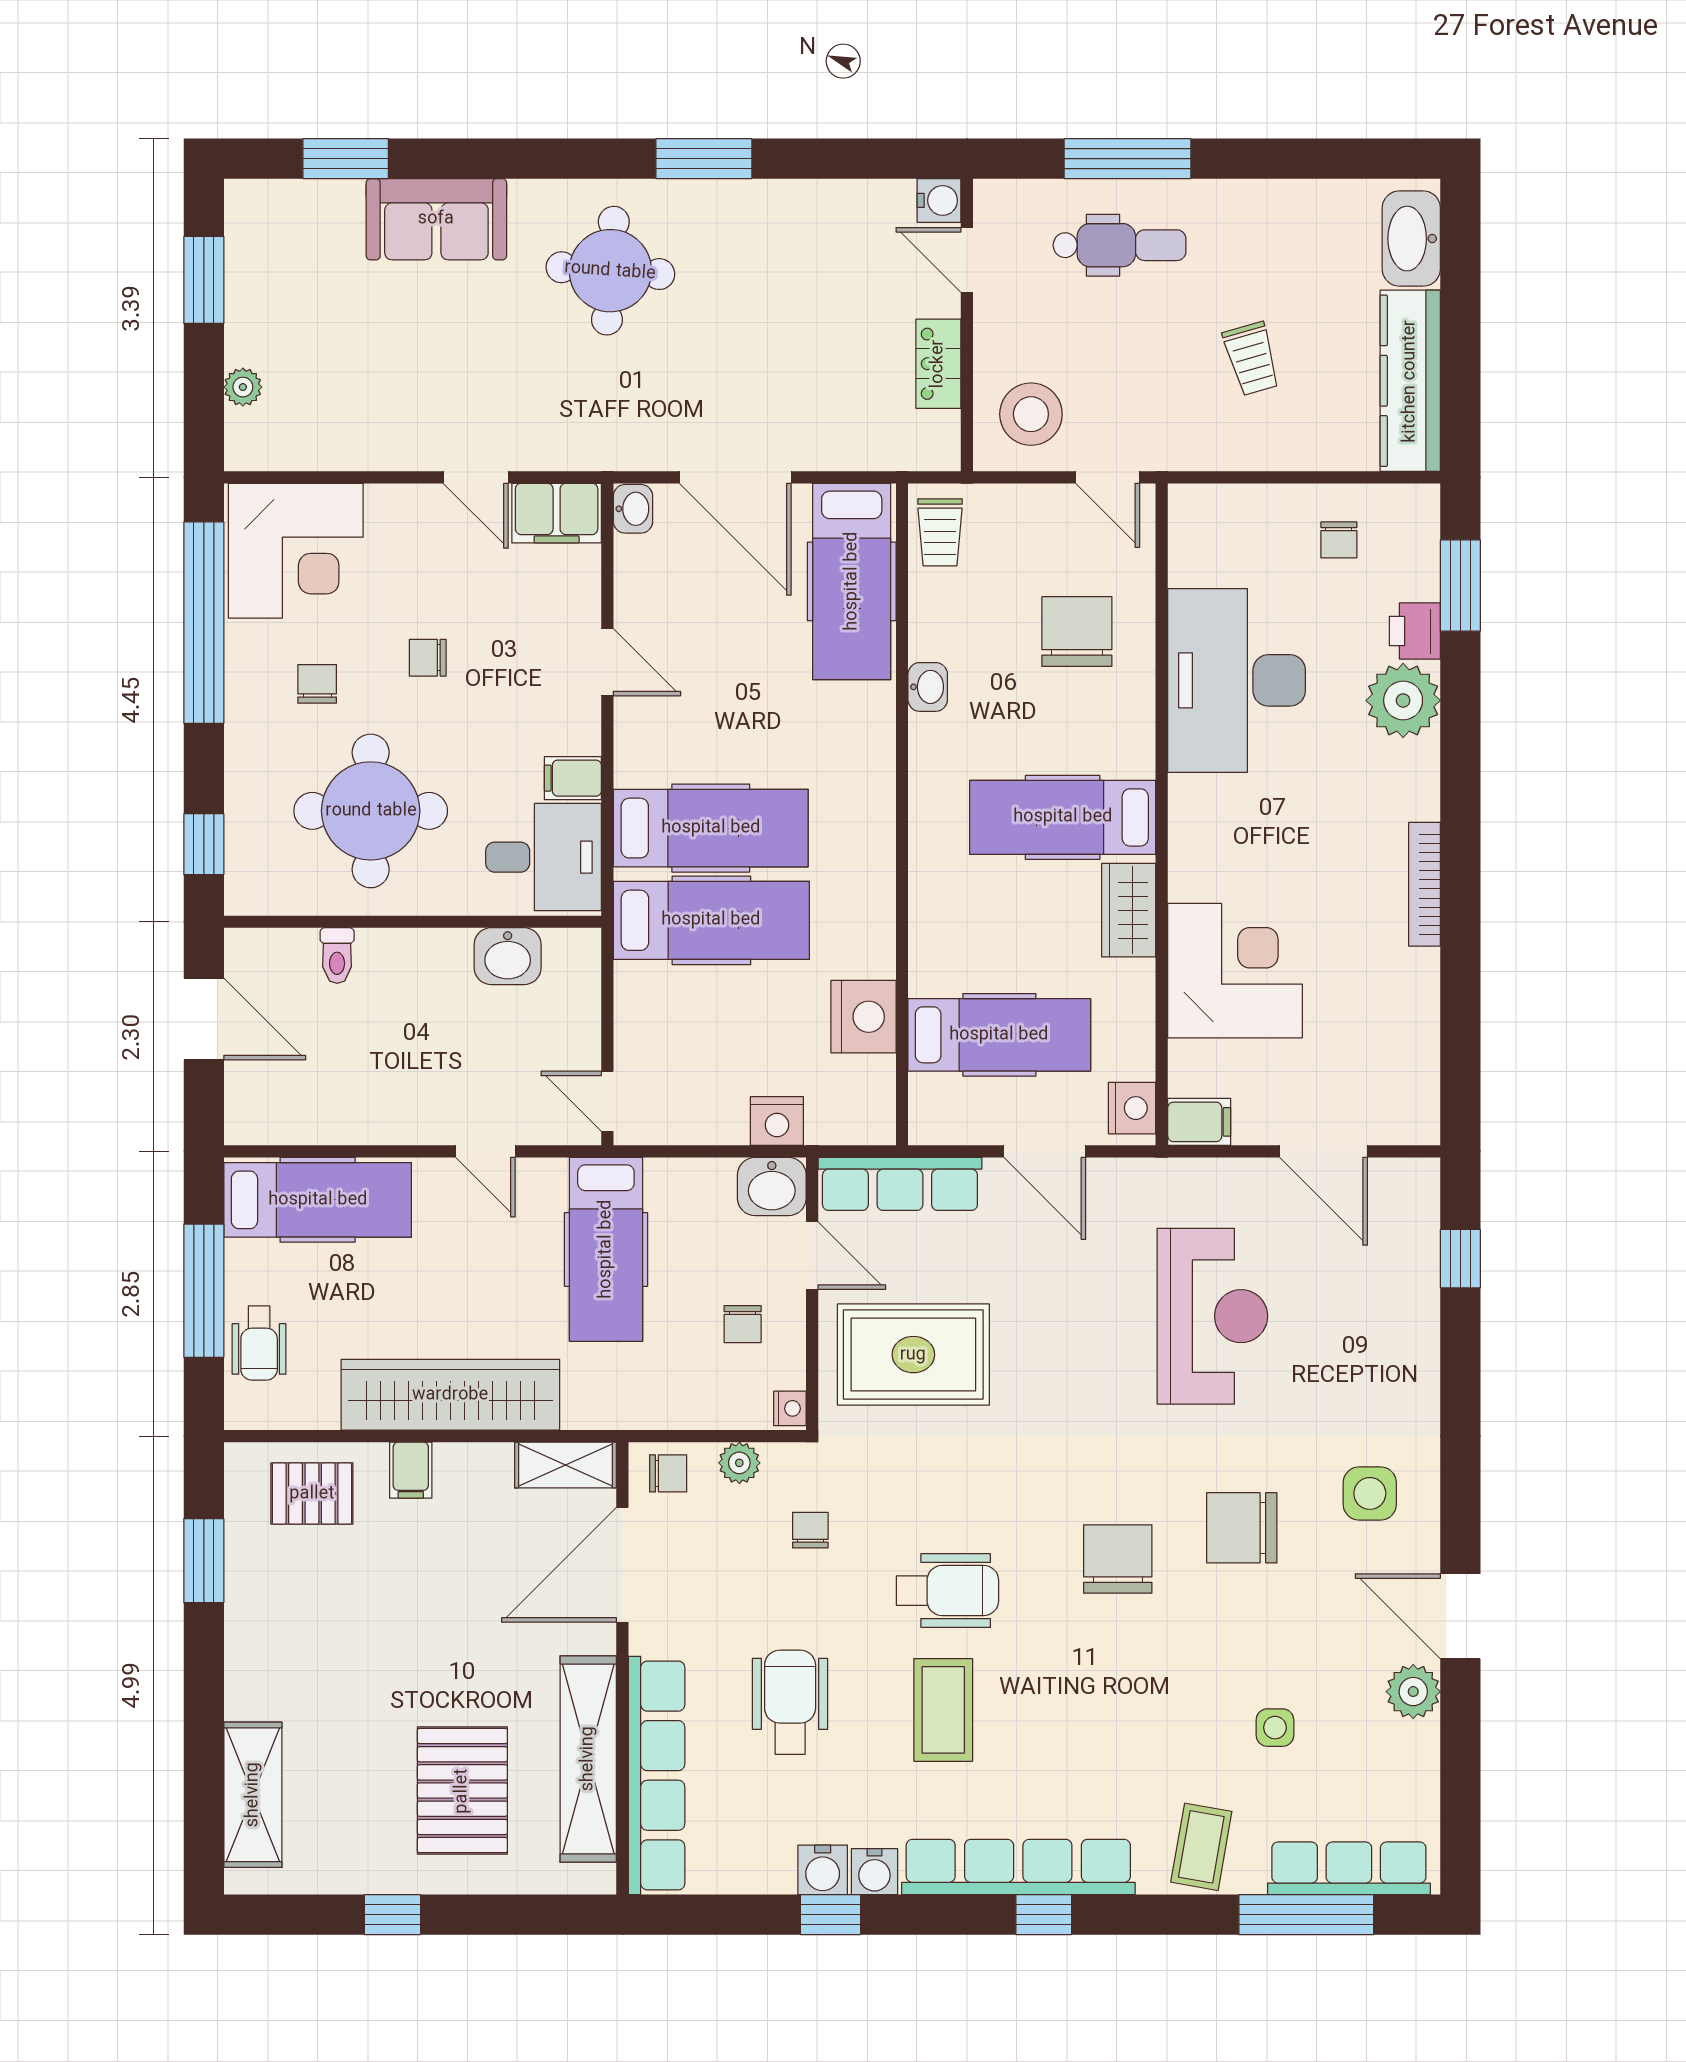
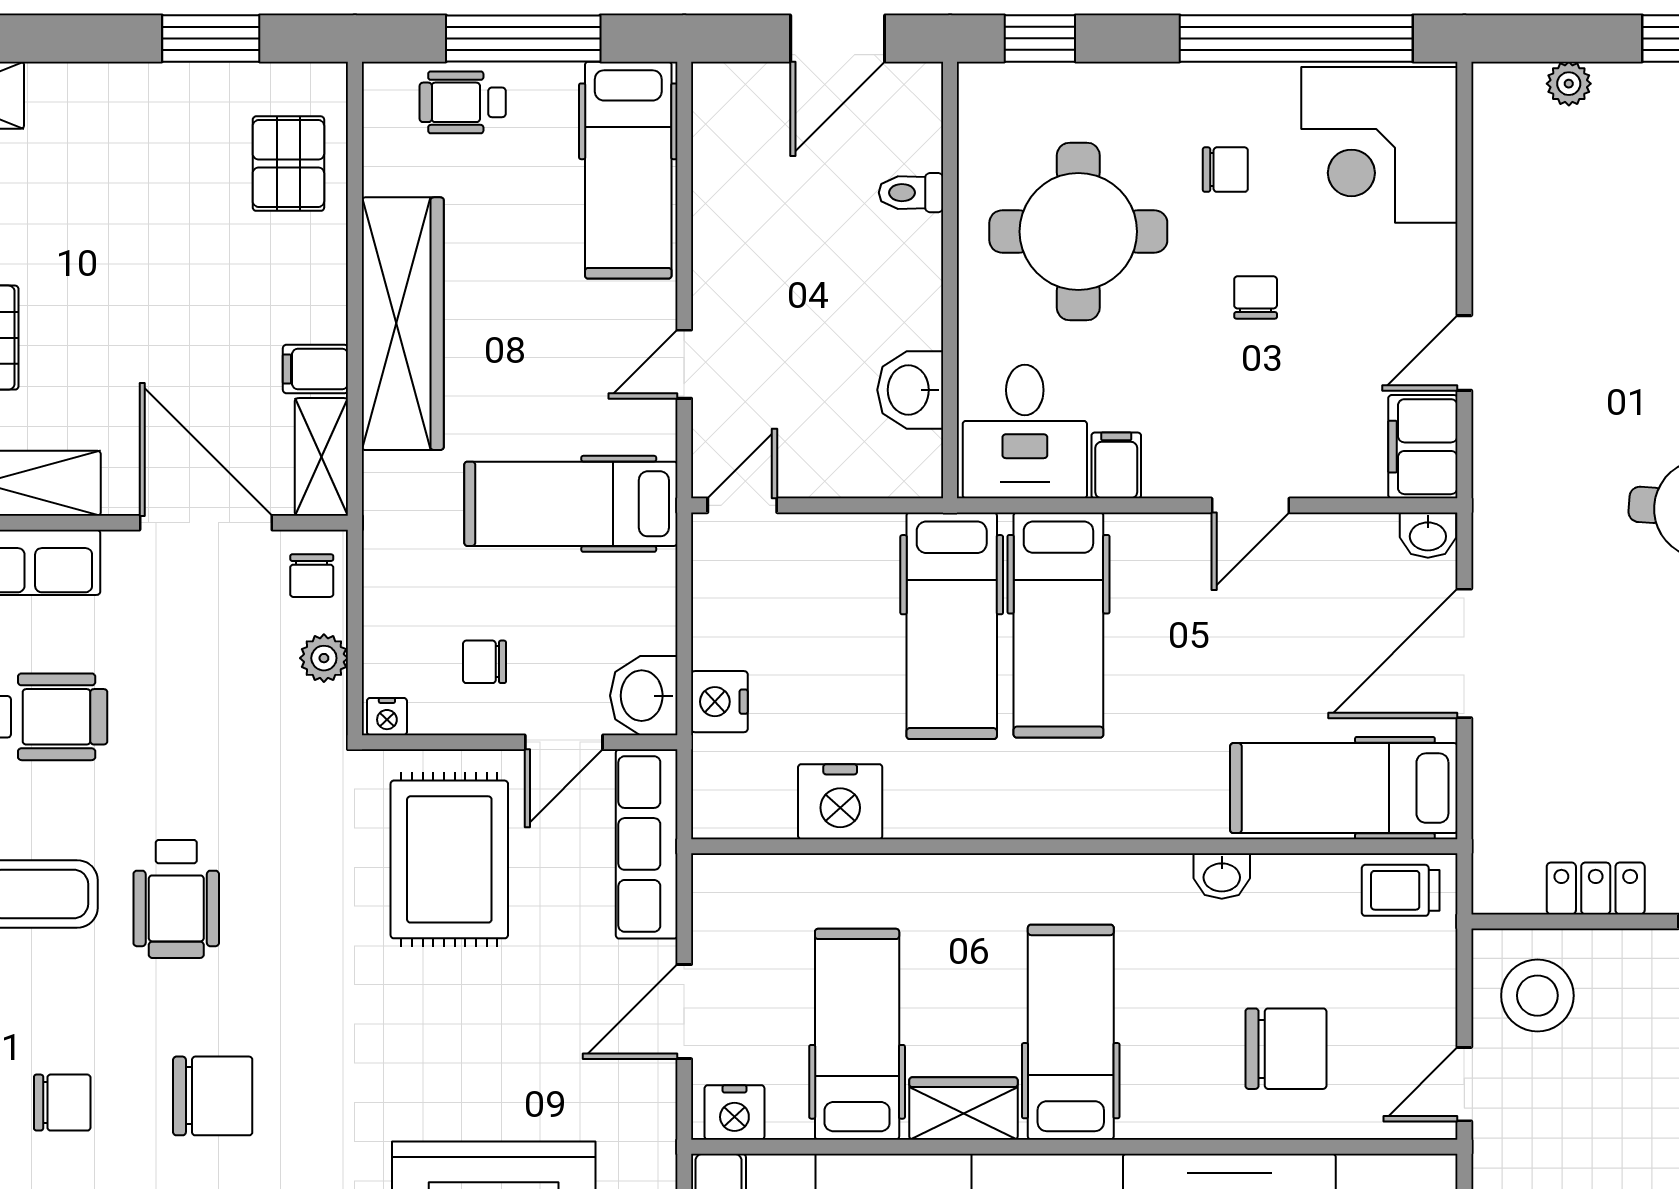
hospital bed: (999, 1035) -> (857, 1034), moved, turned 180
filing cabinet: (411, 1470) -> (315, 369), moved
chair: (810, 1530) -> (62, 1103), moved, width x1.37, depth x1.37

